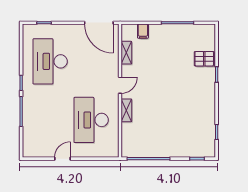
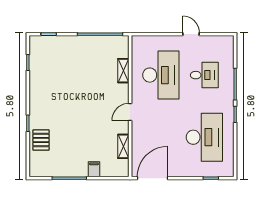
door: (99, 23) -> (153, 178), hinge flipped
filing cabinet: (143, 31) -> (94, 169), moved
pallet: (204, 59) -> (41, 140), turned 90
shelving: (126, 110) -> (123, 71), moved
desk: (50, 120) -> (204, 75), added
door: (63, 159) -> (191, 34), swing flipped

